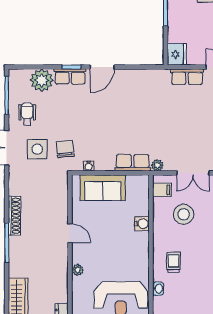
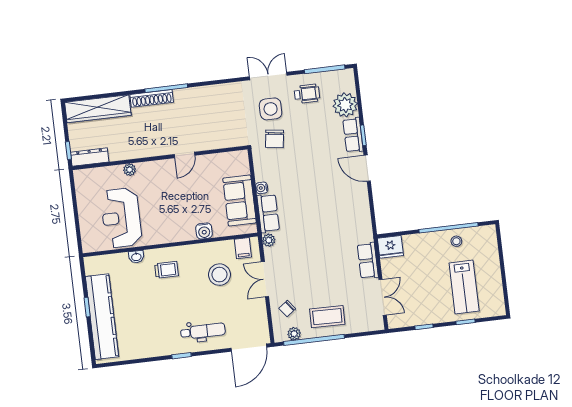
chair: (65, 149) -> (274, 139), turned 103
water cooler: (89, 166) -> (262, 188), moved
sofa: (103, 188) -> (240, 201), moved
shoe rack: (14, 216) -> (152, 98), moved
plant: (77, 270) -> (130, 170), moved

